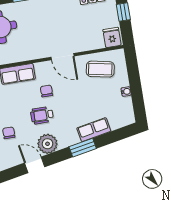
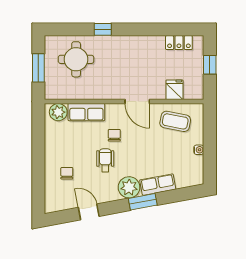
fridge: (112, 37) -> (174, 90), moved
wheelchair: (42, 115) -> (105, 160), turned 90
plant: (47, 144) -> (129, 187), moved

